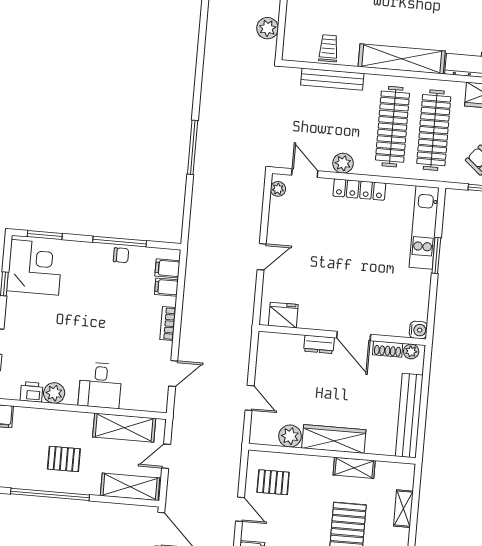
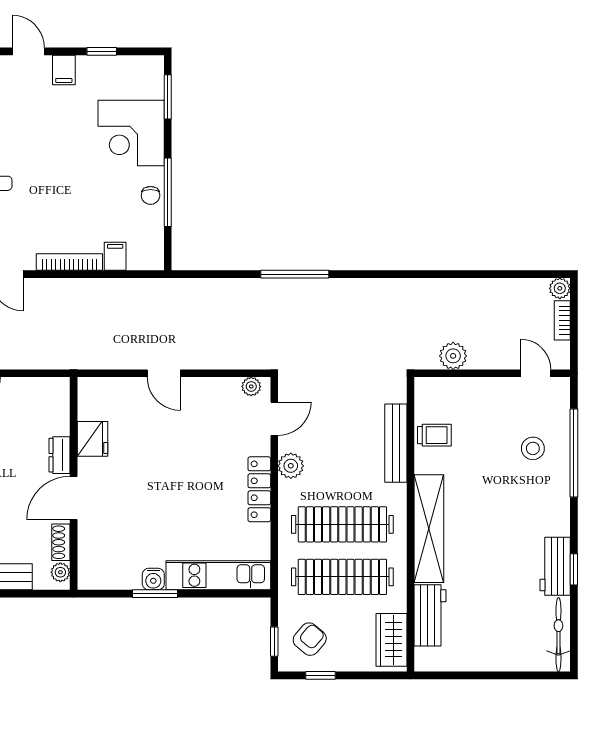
window: (436, 255) -> (155, 594), moved
corner desk: (35, 267) -> (131, 133), moved, turned 90
filing cabinet: (167, 268) -> (64, 70), moved, turned 180
fridge: (283, 315) -> (92, 439), moved
bookcase: (168, 323) -> (69, 262), width x1.56
water cooler: (418, 330) -> (153, 579), moved

